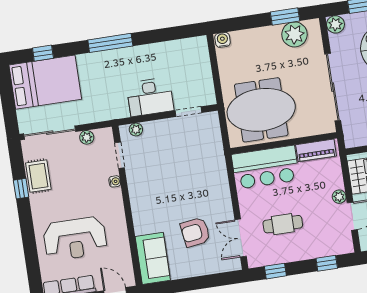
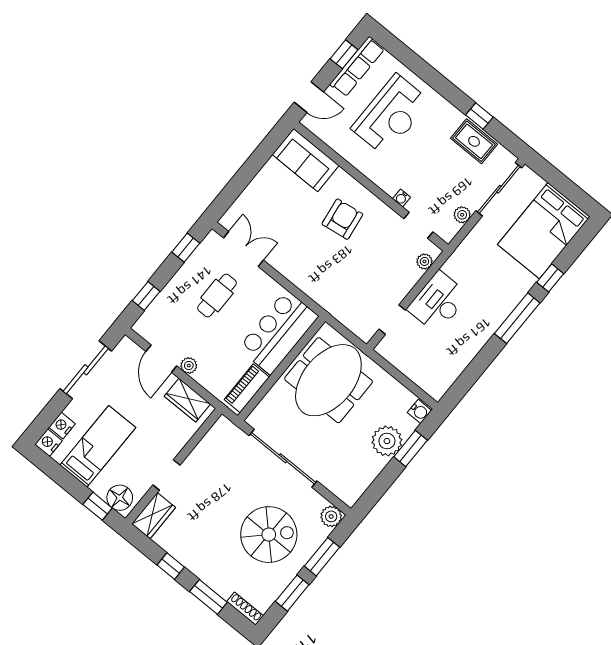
window: (285, 17) -> (411, 449), moved
plant: (295, 34) -> (387, 441), moved
window: (43, 53) -> (550, 278), moved
armchair: (195, 232) -> (342, 219), moved
reception desk: (75, 239) -> (391, 115), turned 180

